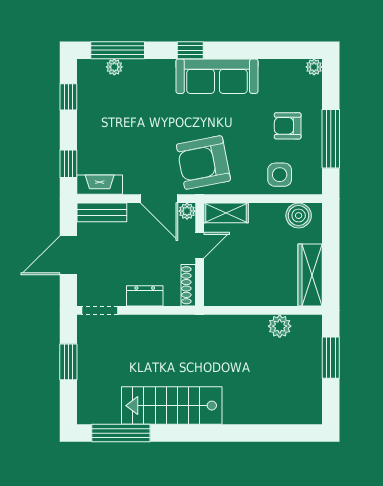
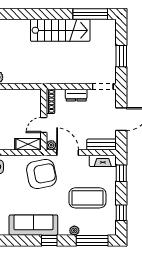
plant: (114, 67) -> (74, 230), moved
coffee table: (126, 122) -> (87, 198), added

